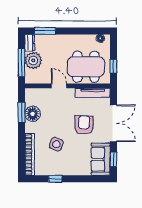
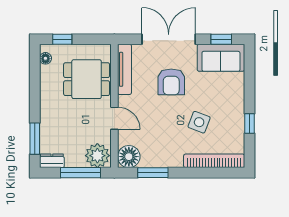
plant: (33, 61) -> (97, 156), moved
window: (113, 66) -> (62, 39), moved
dining table: (86, 67) -> (87, 79), width x0.73
door: (59, 86) -> (114, 118), swing flipped
floor lamp: (33, 114) -> (129, 157), moved
armchair: (84, 125) -> (171, 82), turned -90

